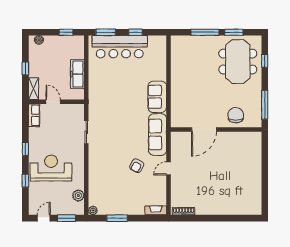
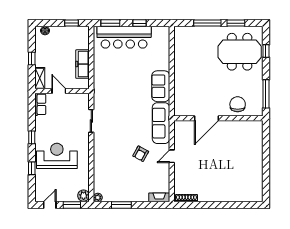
meeting table: (238, 62) -> (240, 52), turned 90
plant: (78, 196) -> (84, 196), moved

